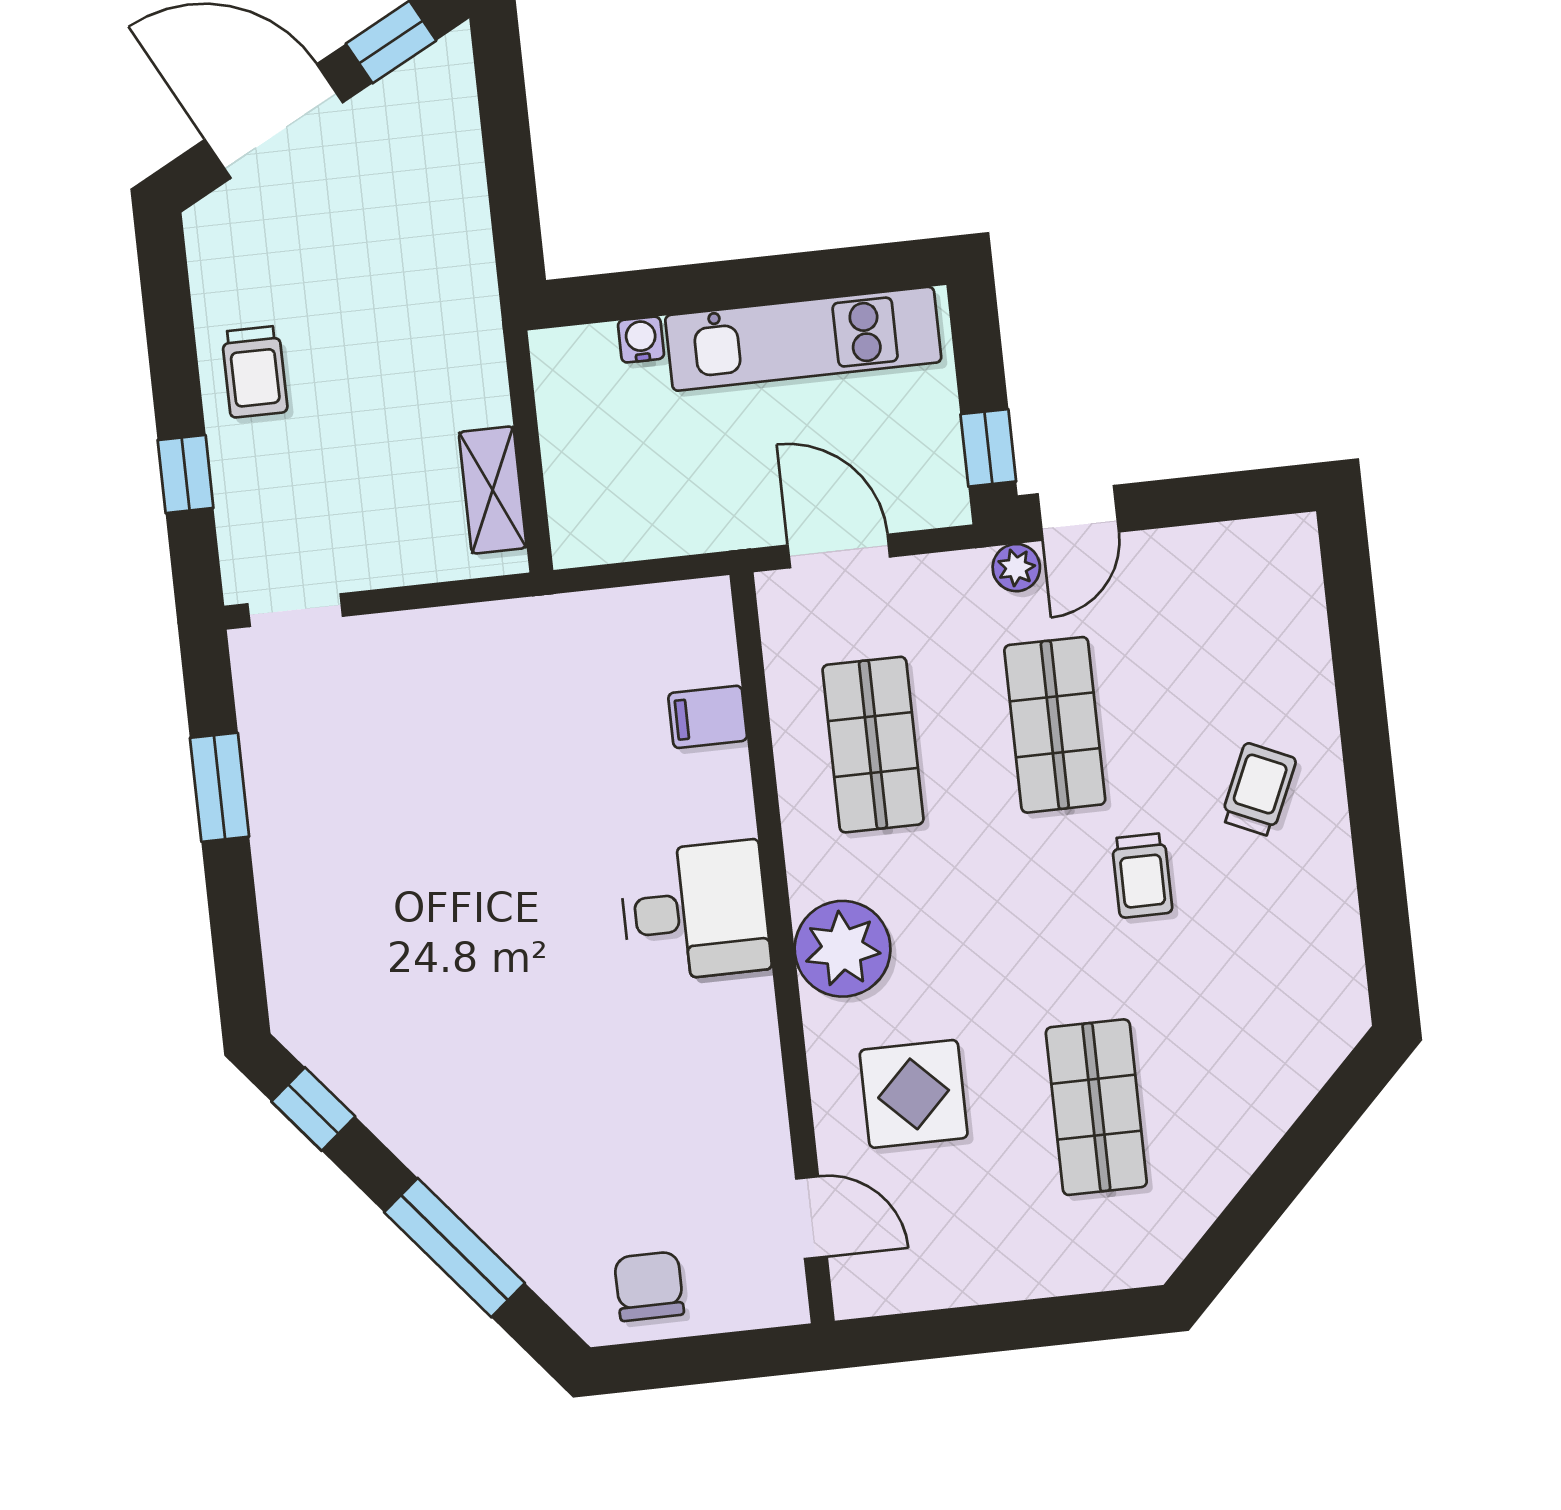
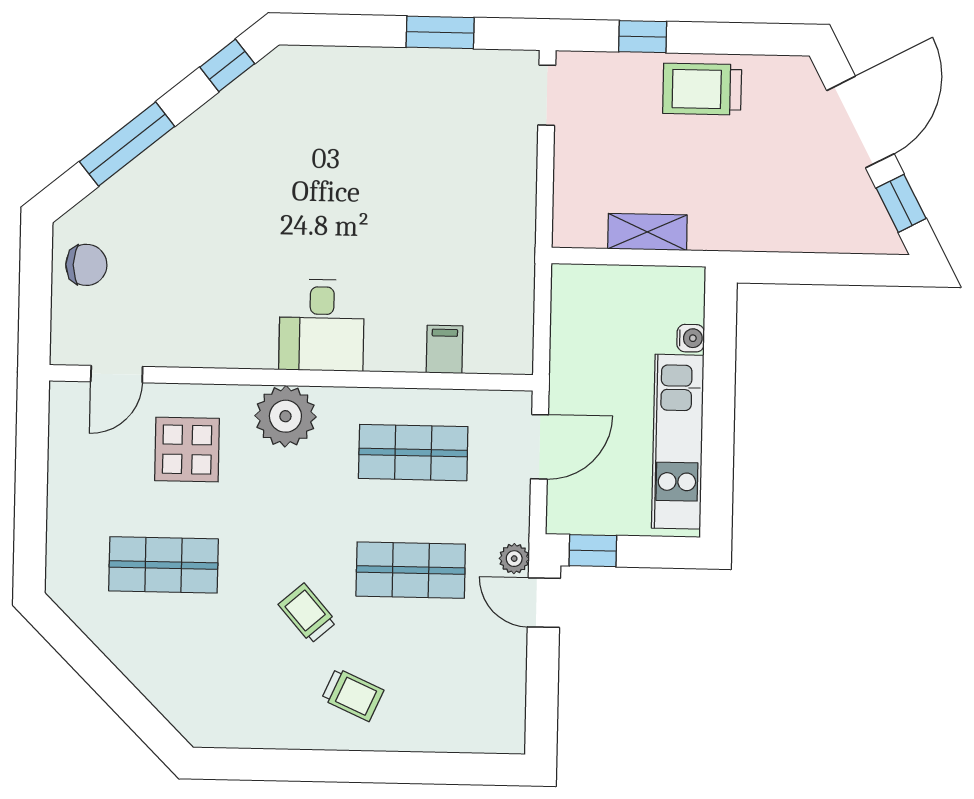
trolley: (255, 372) -> (702, 89), width x1.36, depth x1.39
shelving: (493, 490) -> (647, 232), moved
trolley: (1142, 875) -> (307, 613), turned 49

